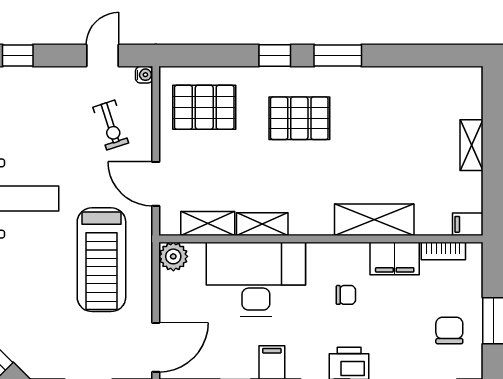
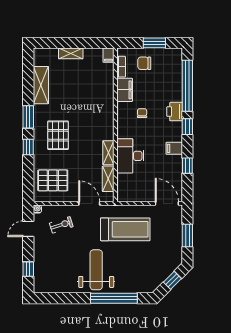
door: (103, 56) -> (28, 229), hinge flipped
pallet: (204, 107) -> (53, 180), turned 90
door: (156, 184) -> (89, 203), swing flipped
shelving: (374, 220) -> (41, 85), moved
plant: (173, 256) -> (124, 195), removed
desk: (256, 279) -> (130, 156), width x0.73, depth x0.77
chair: (449, 330) -> (144, 63), moved

